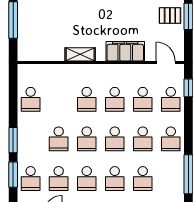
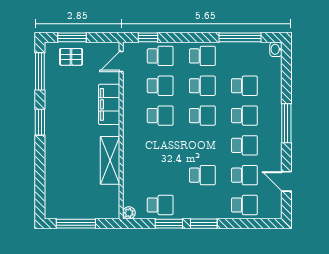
pallet: (170, 15) -> (71, 57), turned 90
shelving: (80, 54) -> (110, 160), width x1.50, depth x1.33
plant: (23, 70) -> (129, 213), added
school desk: (87, 99) -> (160, 145), removed
school desk: (87, 139) -> (202, 145), removed
window: (13, 175) -> (169, 224), moved

